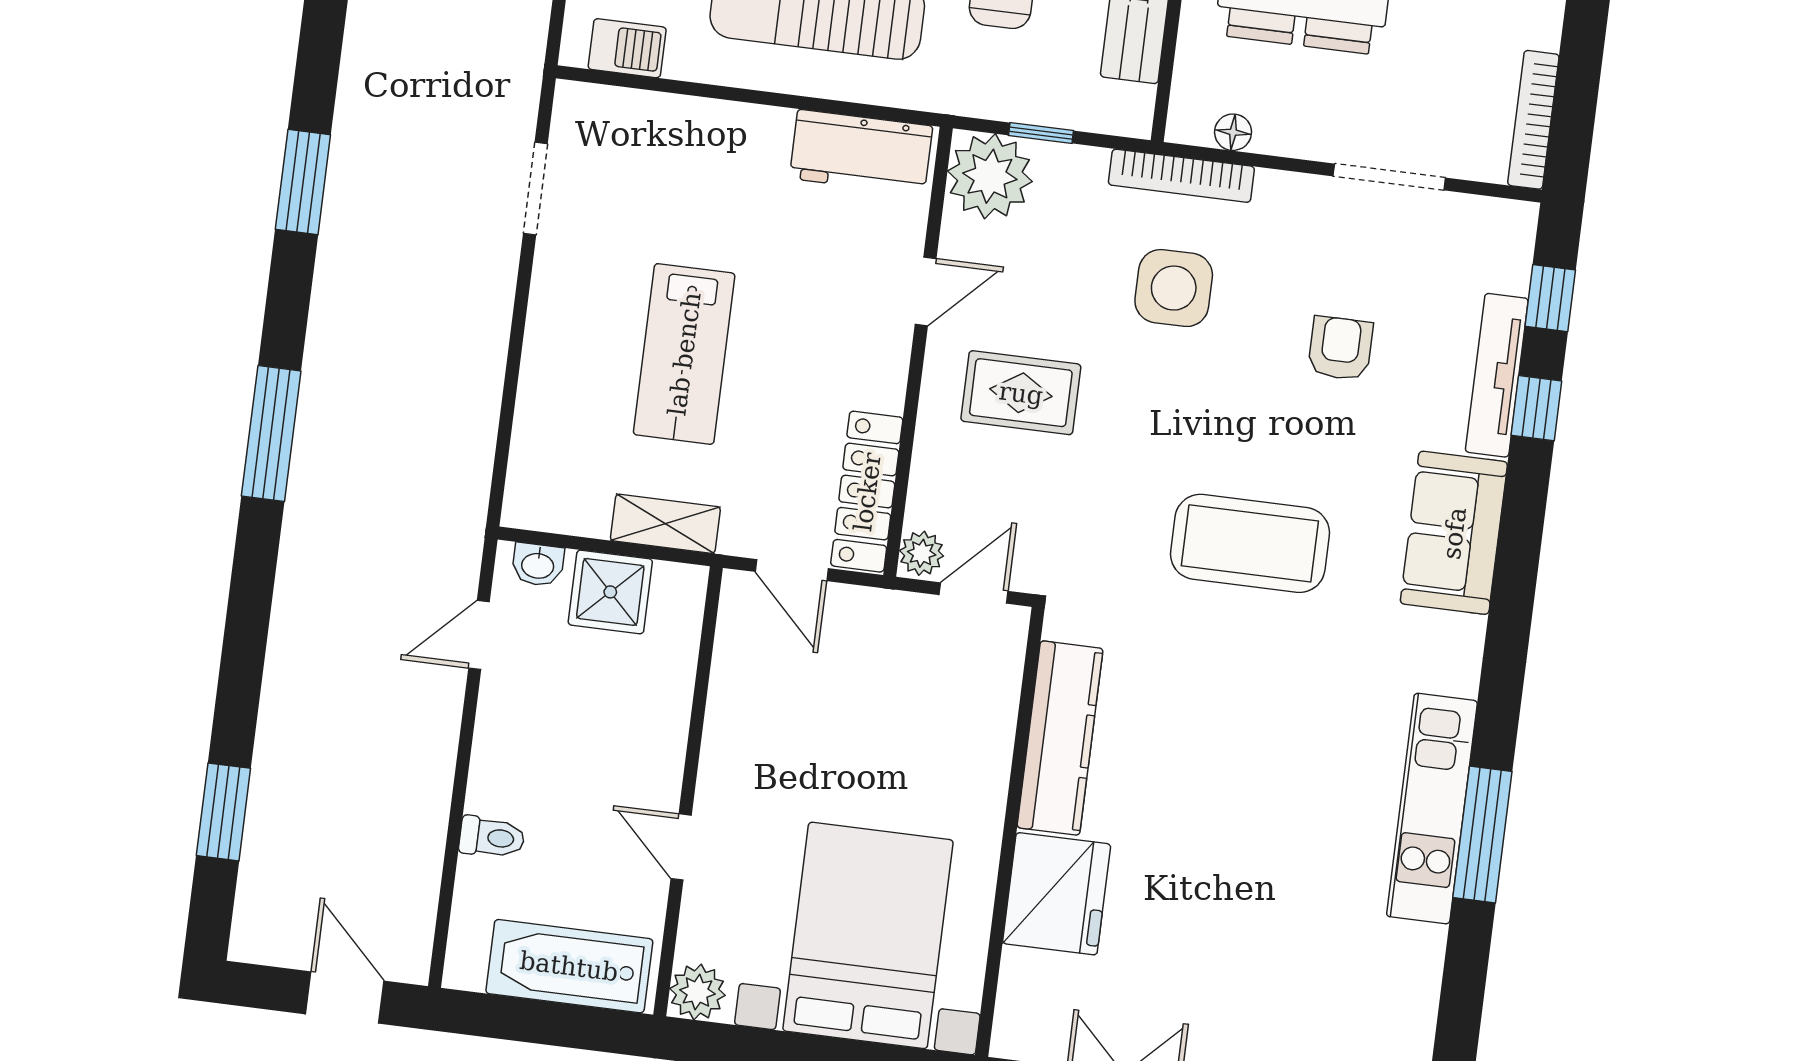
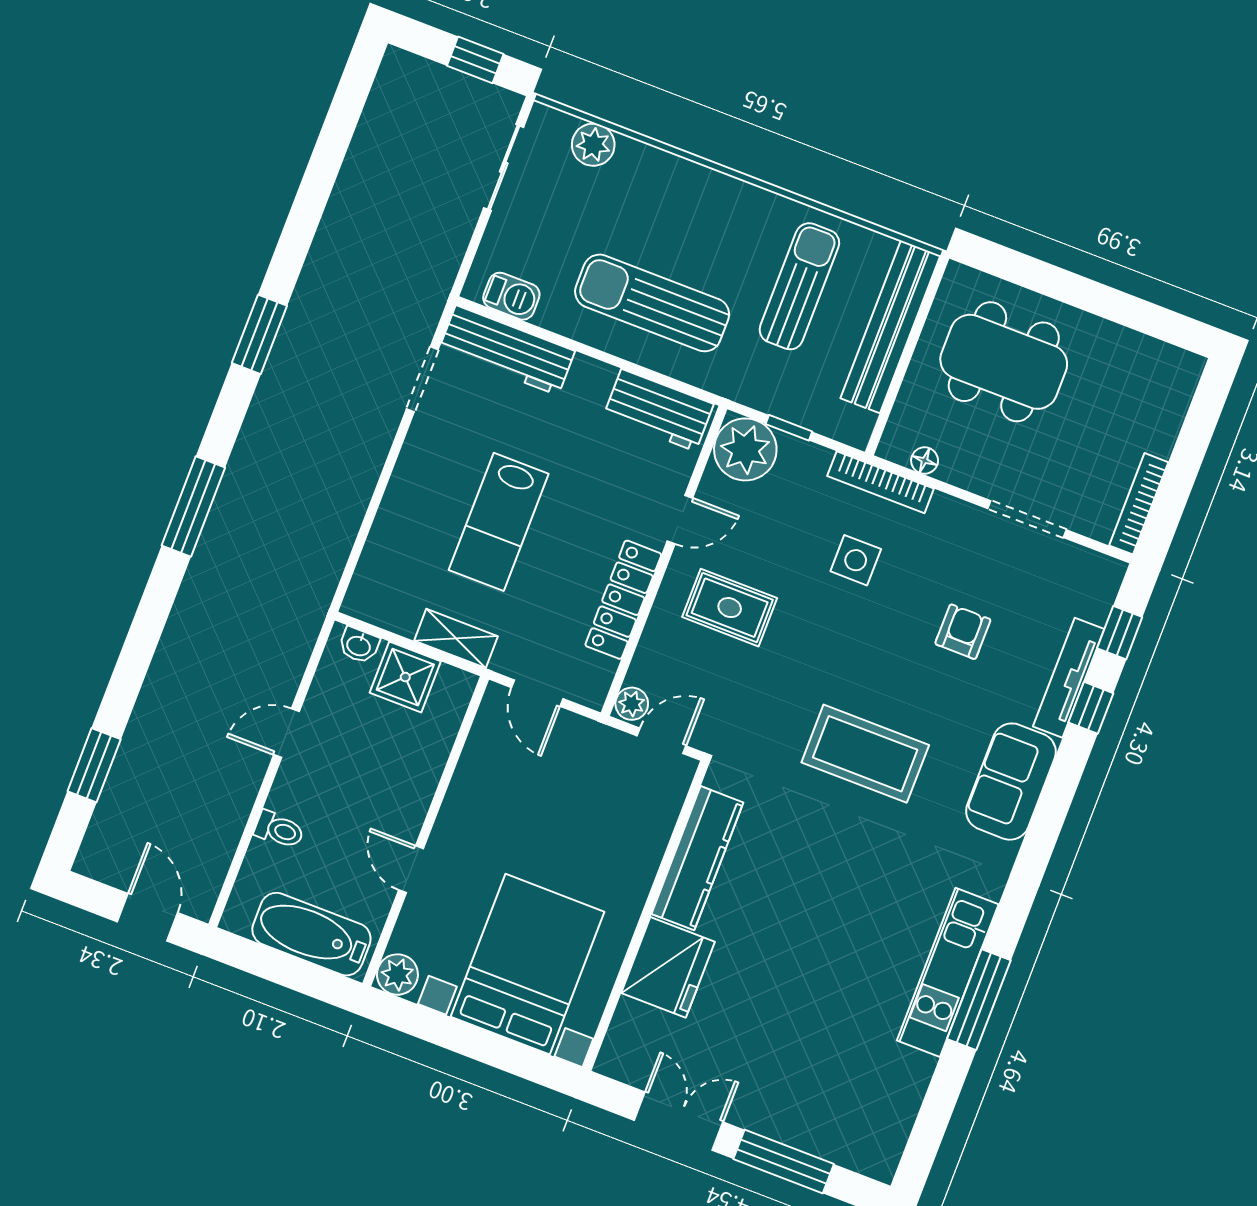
workbench: (639, 122) -> (507, 350), added
side table: (1174, 288) -> (856, 560), width x0.73, depth x0.73
locker: (867, 492) -> (623, 600), moved
door: (479, 635) -> (286, 733), moved

